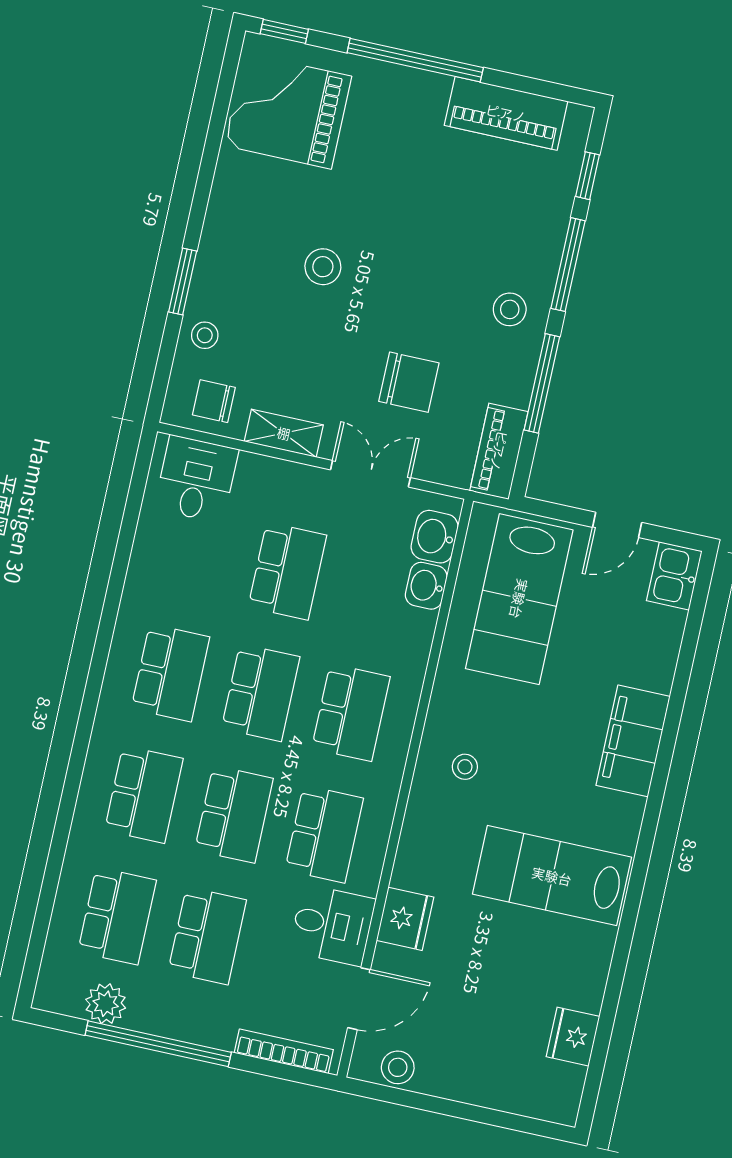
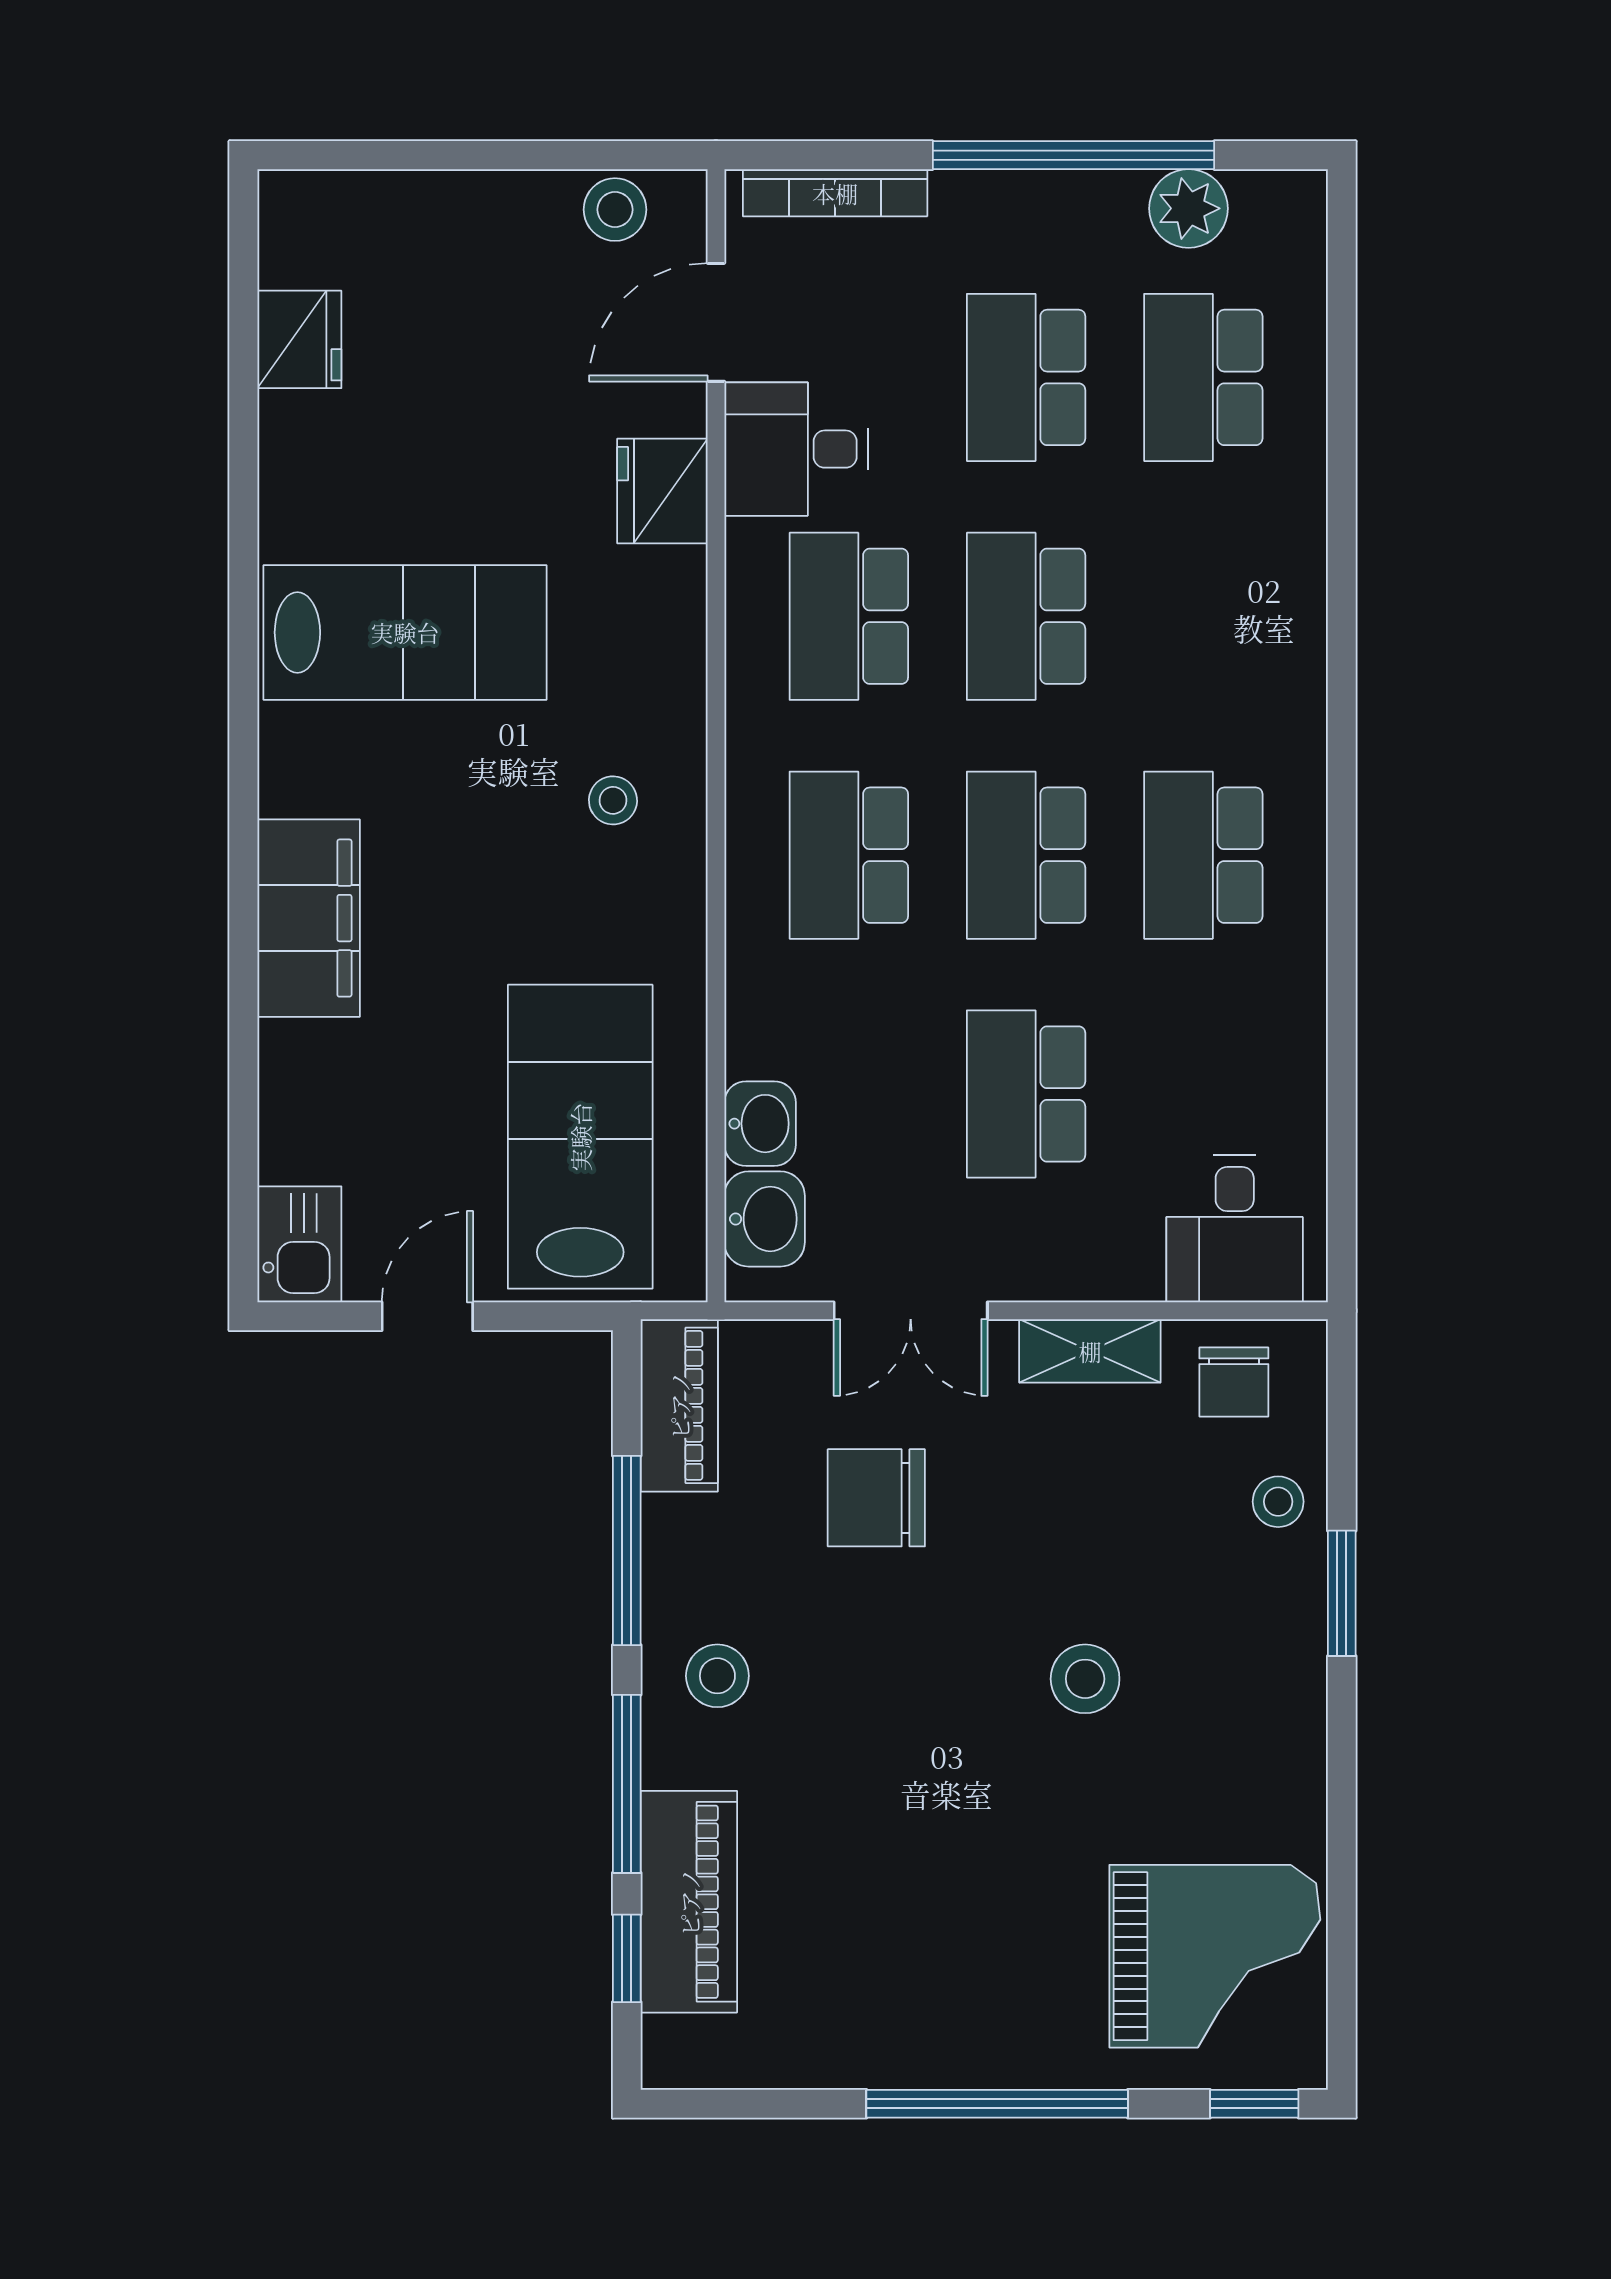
piano: (506, 113) -> (689, 1902), moved, turned 90
chair: (214, 401) -> (1234, 1382), turned 90
school desk: (144, 794) -> (1203, 616), removed

